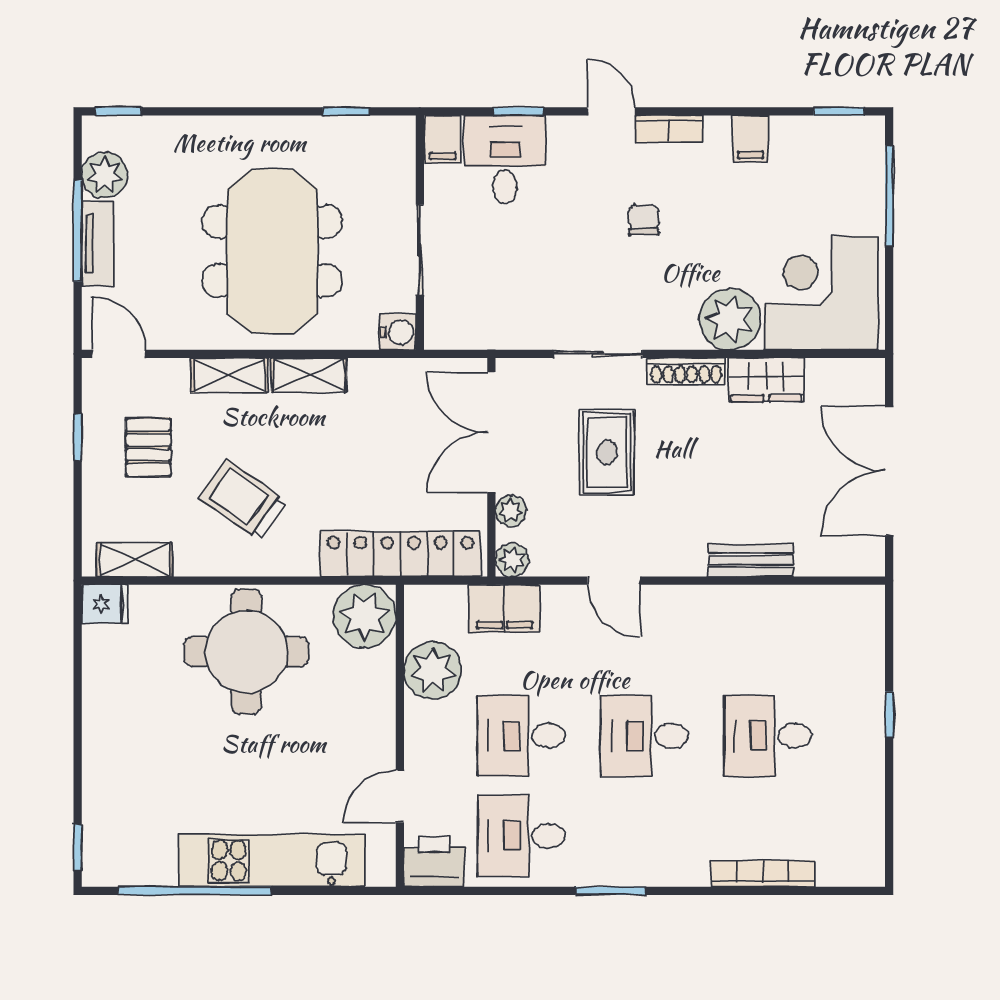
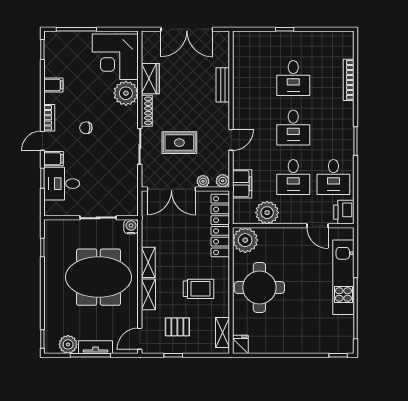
filing cabinet: (443, 139) -> (54, 159), moved
trolley: (243, 500) -> (198, 289), turned -125

